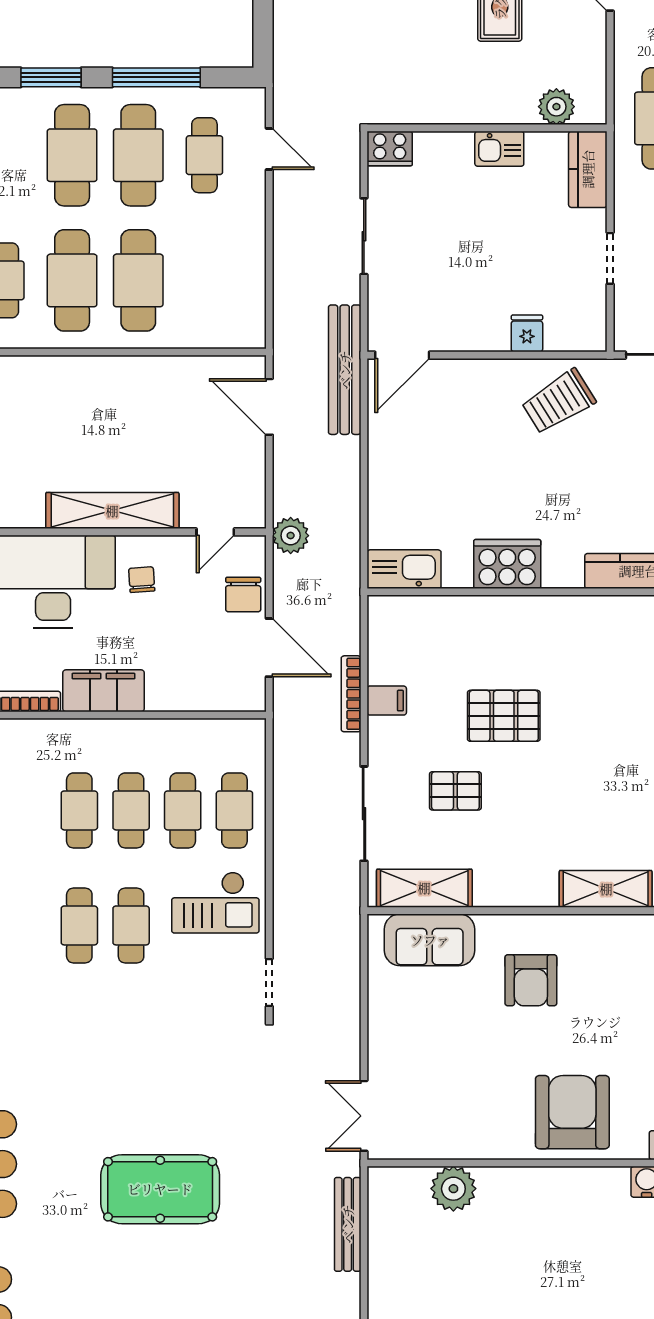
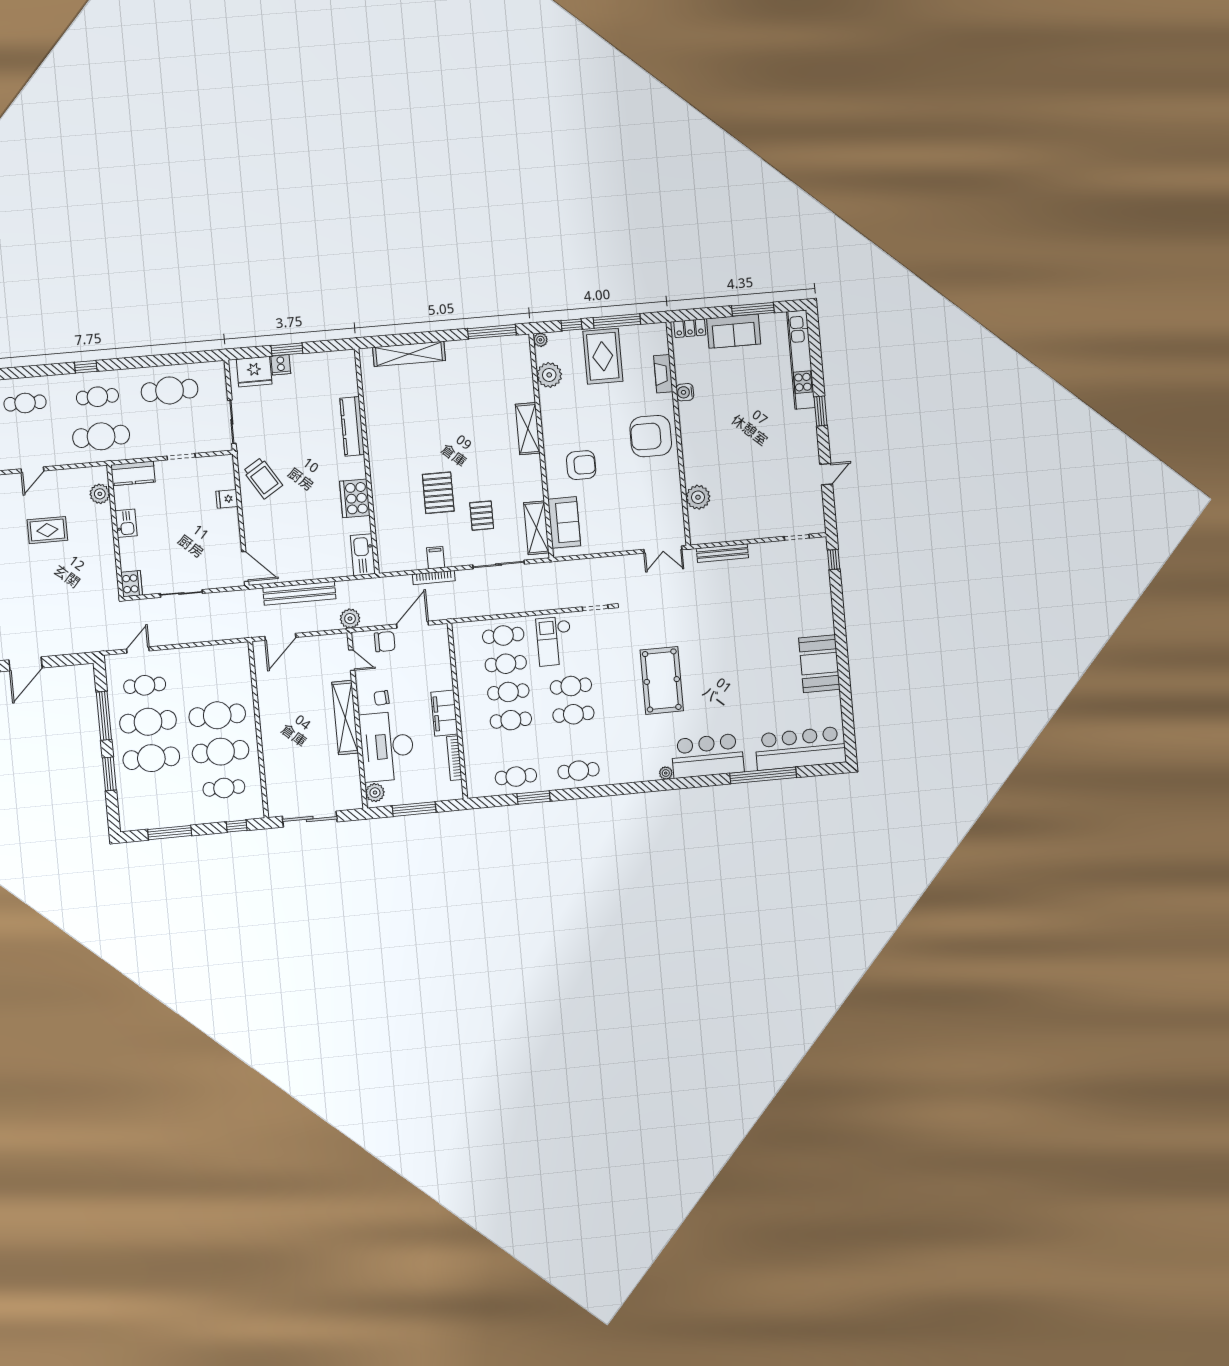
bench: (345, 370) -> (299, 593), moved
checkout: (215, 903) -> (554, 641), turned 180
pool table: (160, 1189) -> (662, 680), moved

